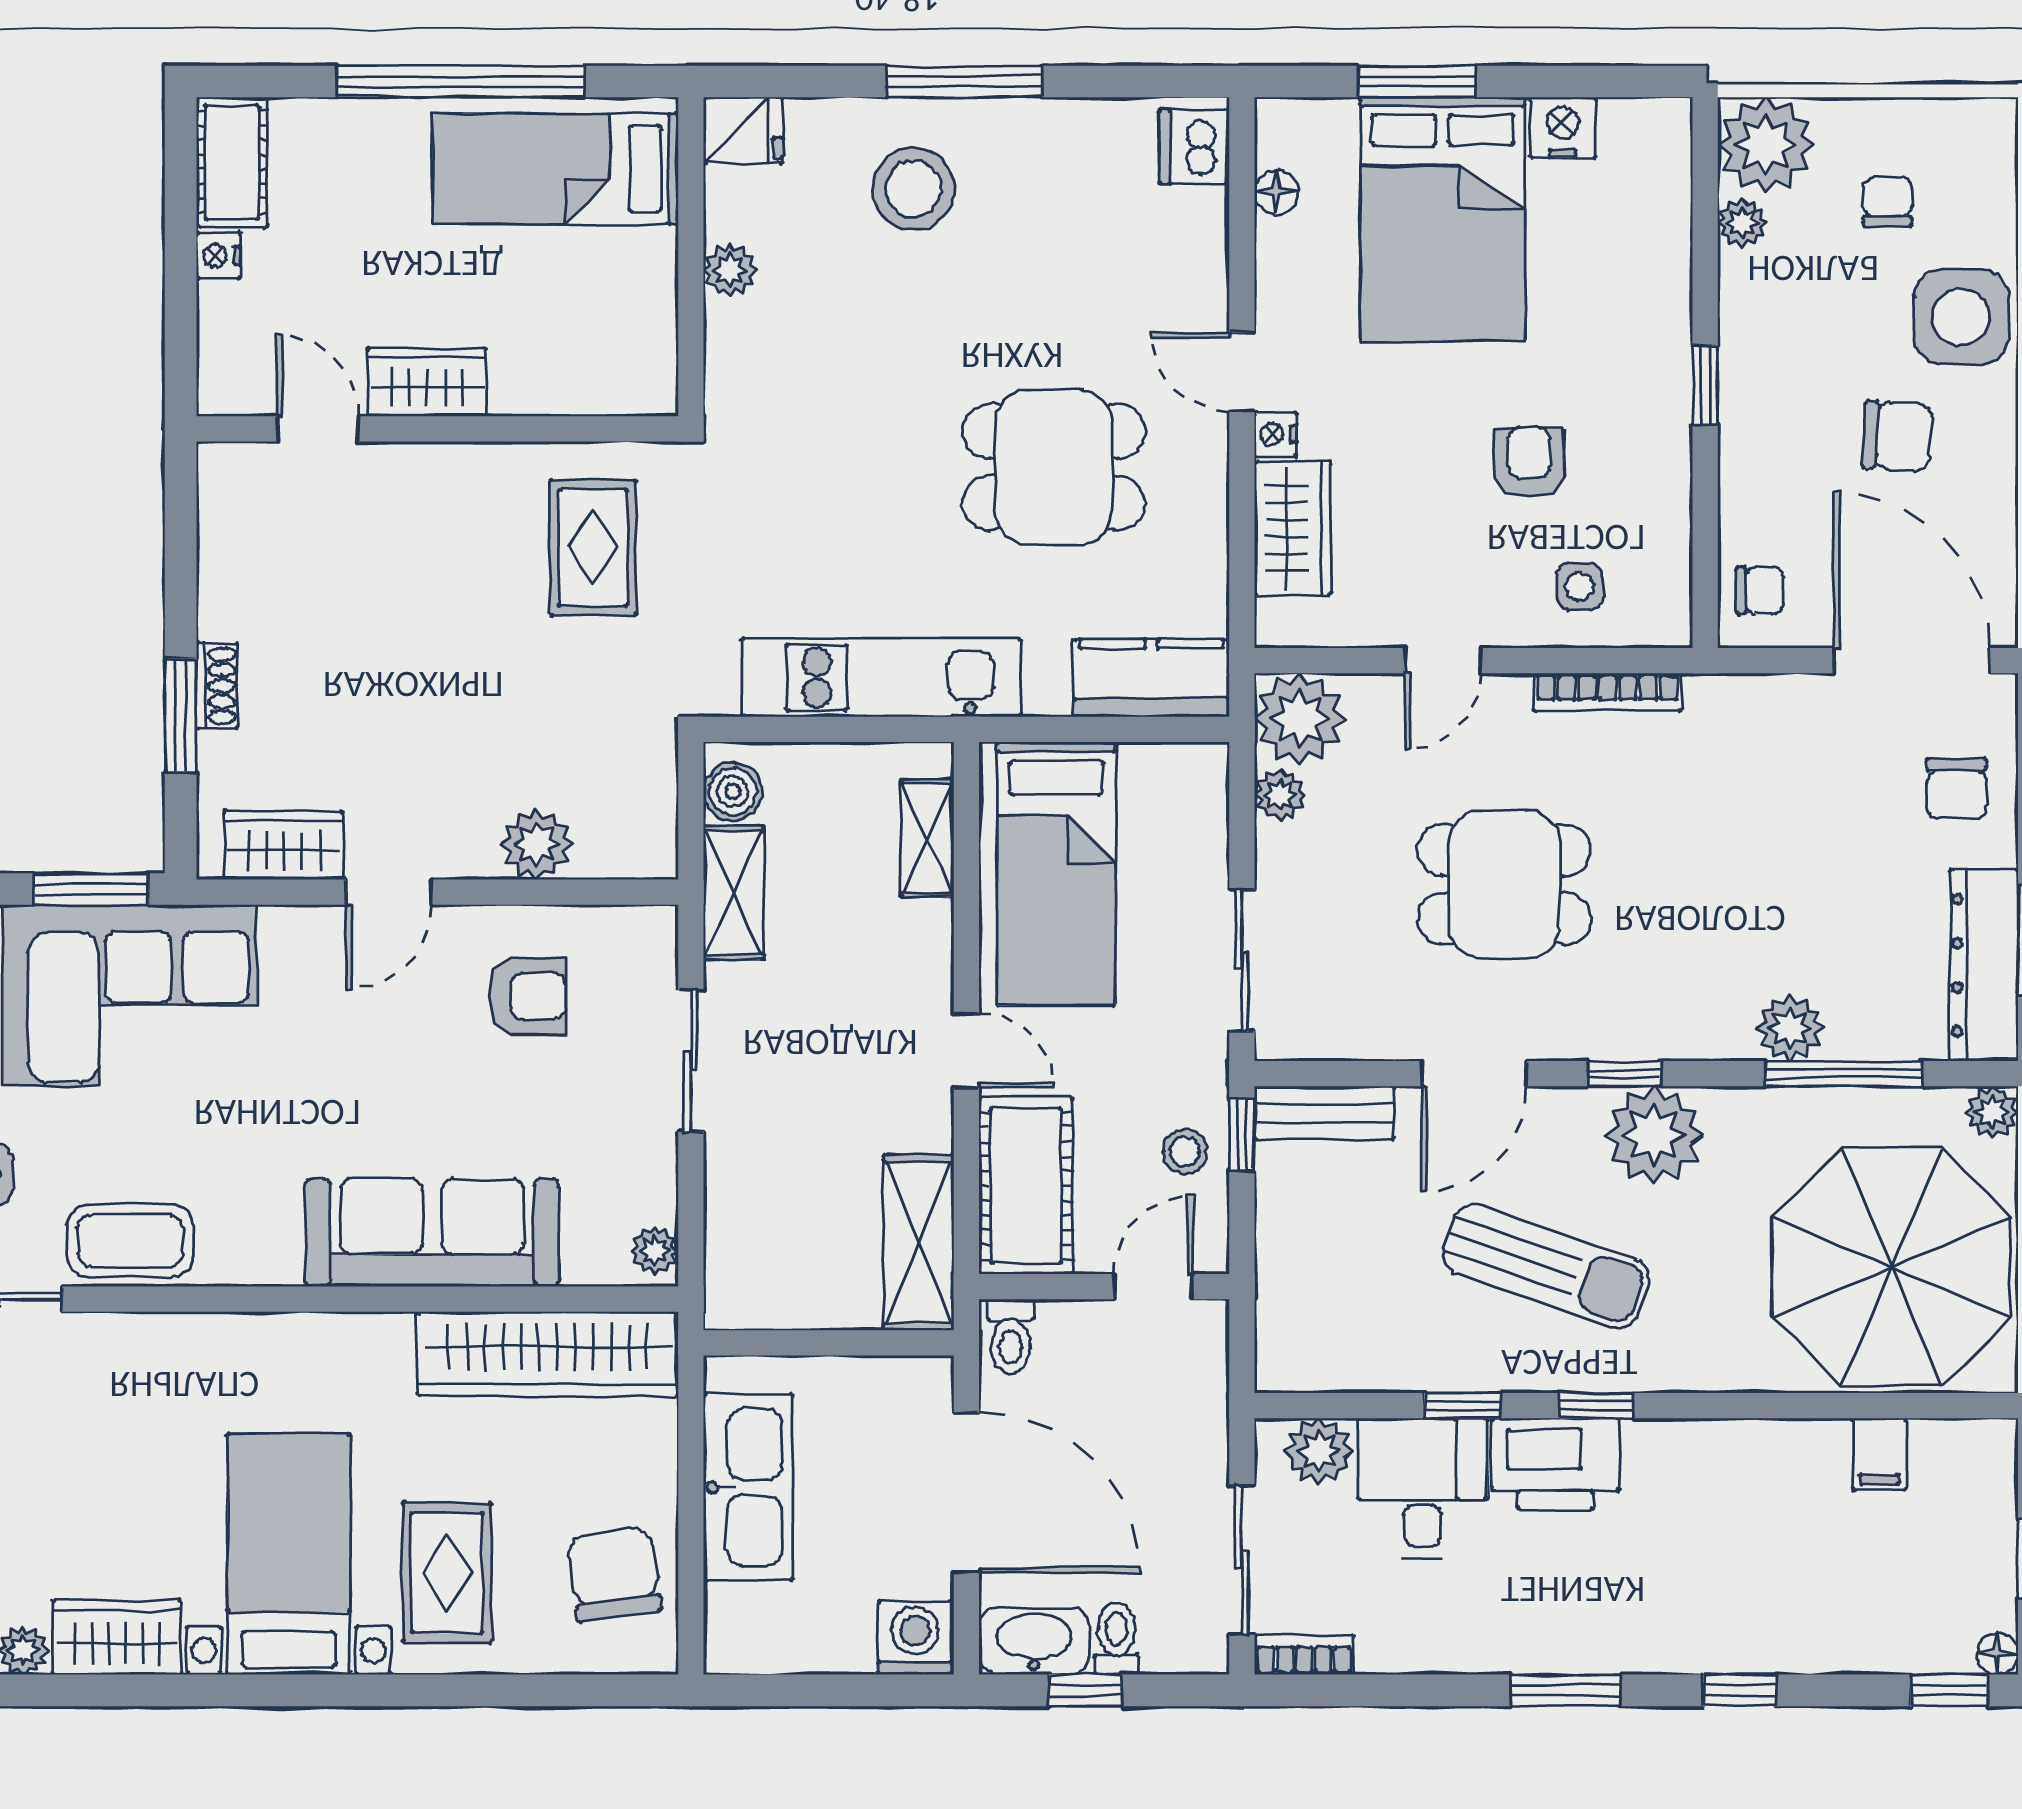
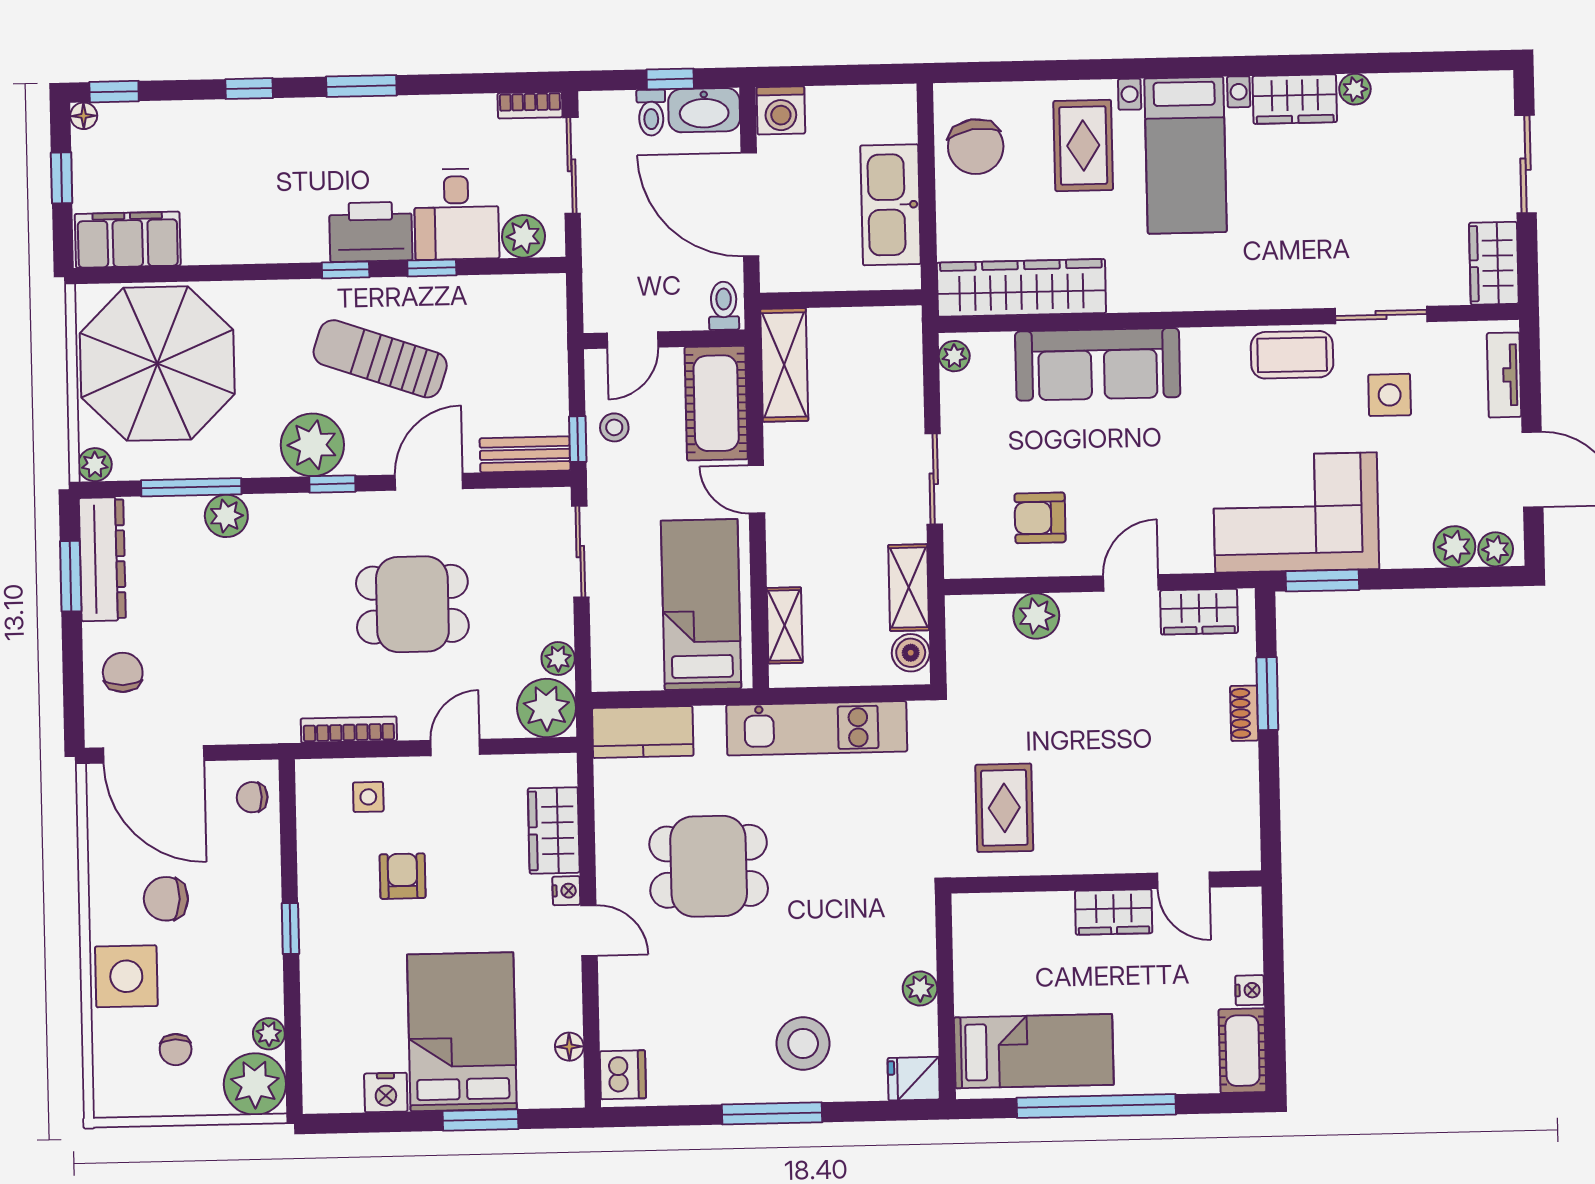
armchair: (1529, 463) -> (403, 876), turned 180
filing cabinet: (1879, 1454) -> (128, 240), width x3.00, depth x1.17

